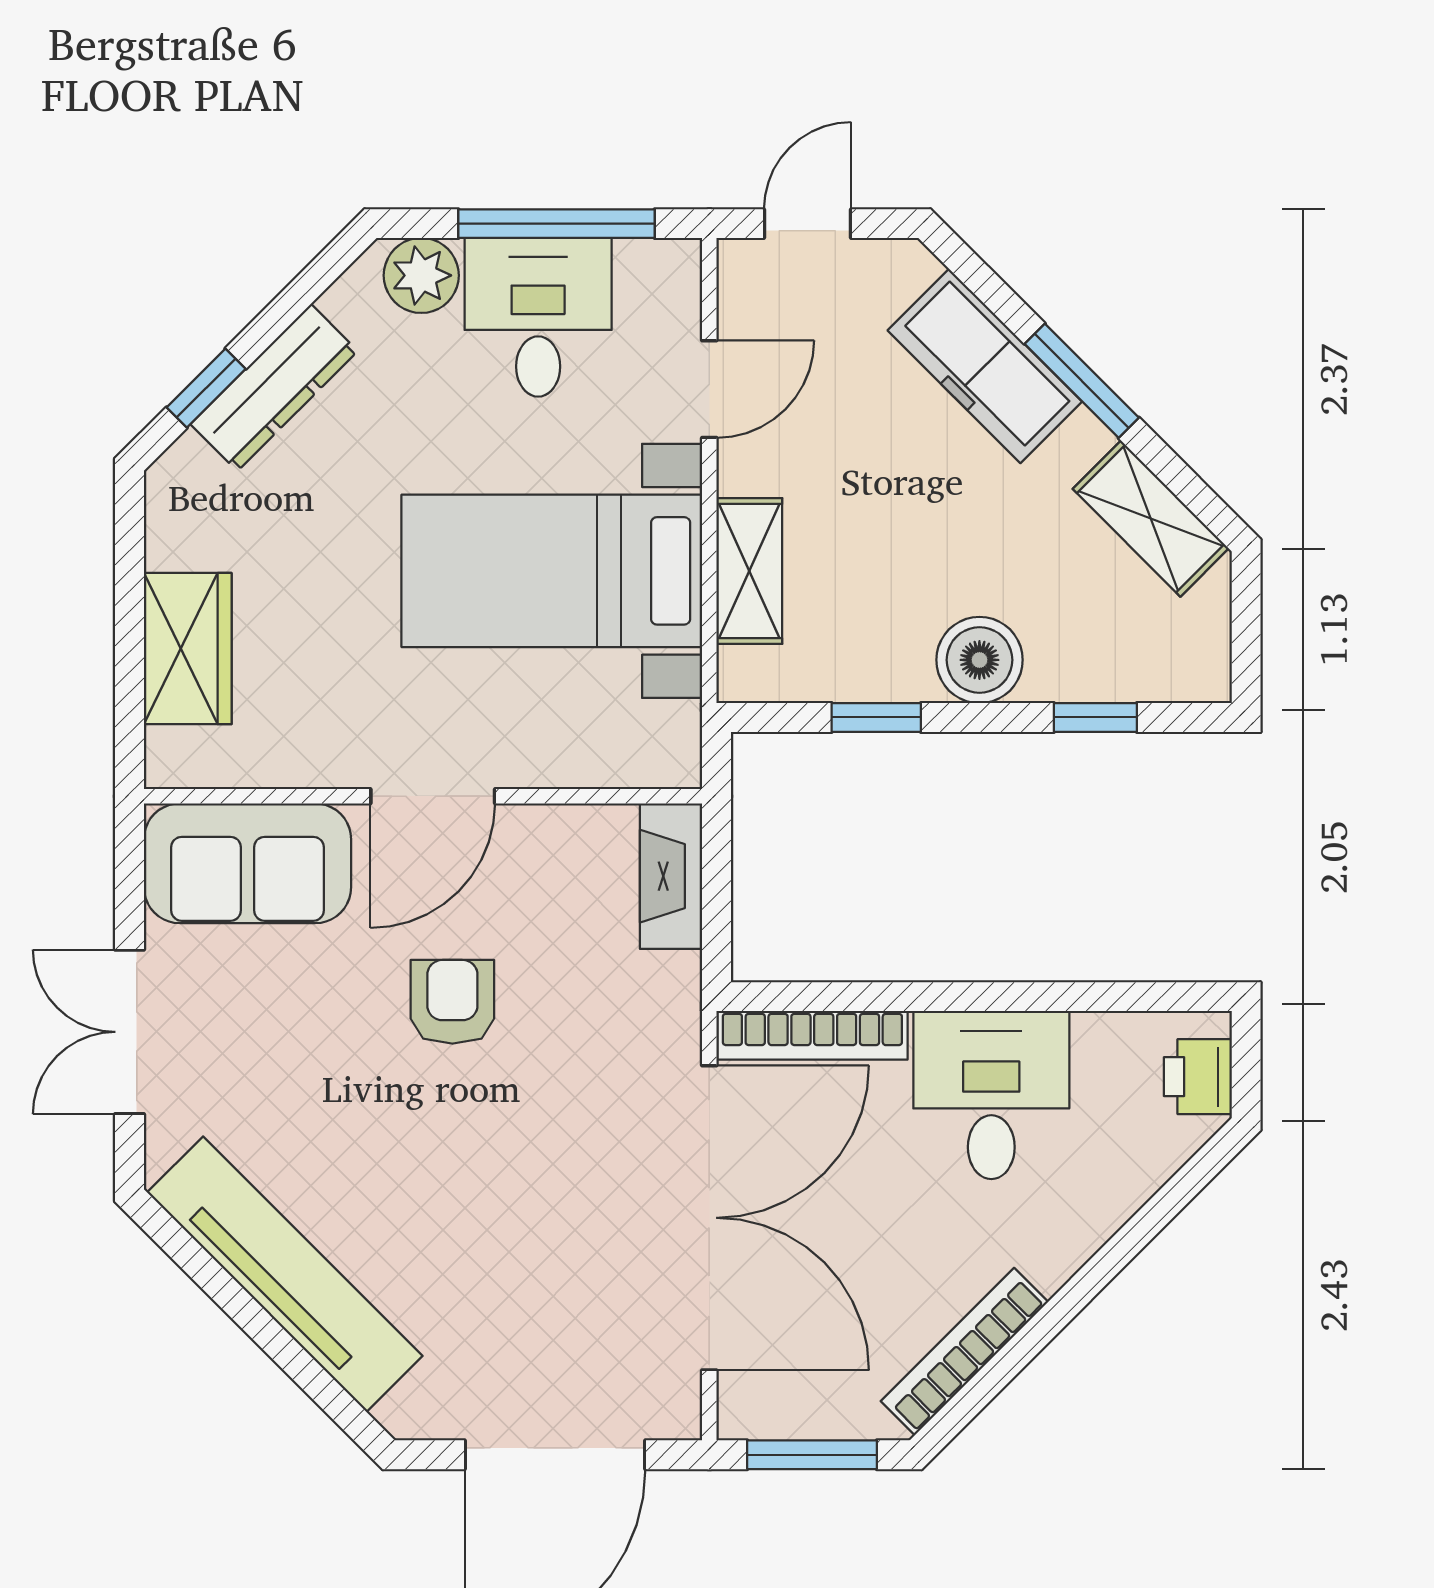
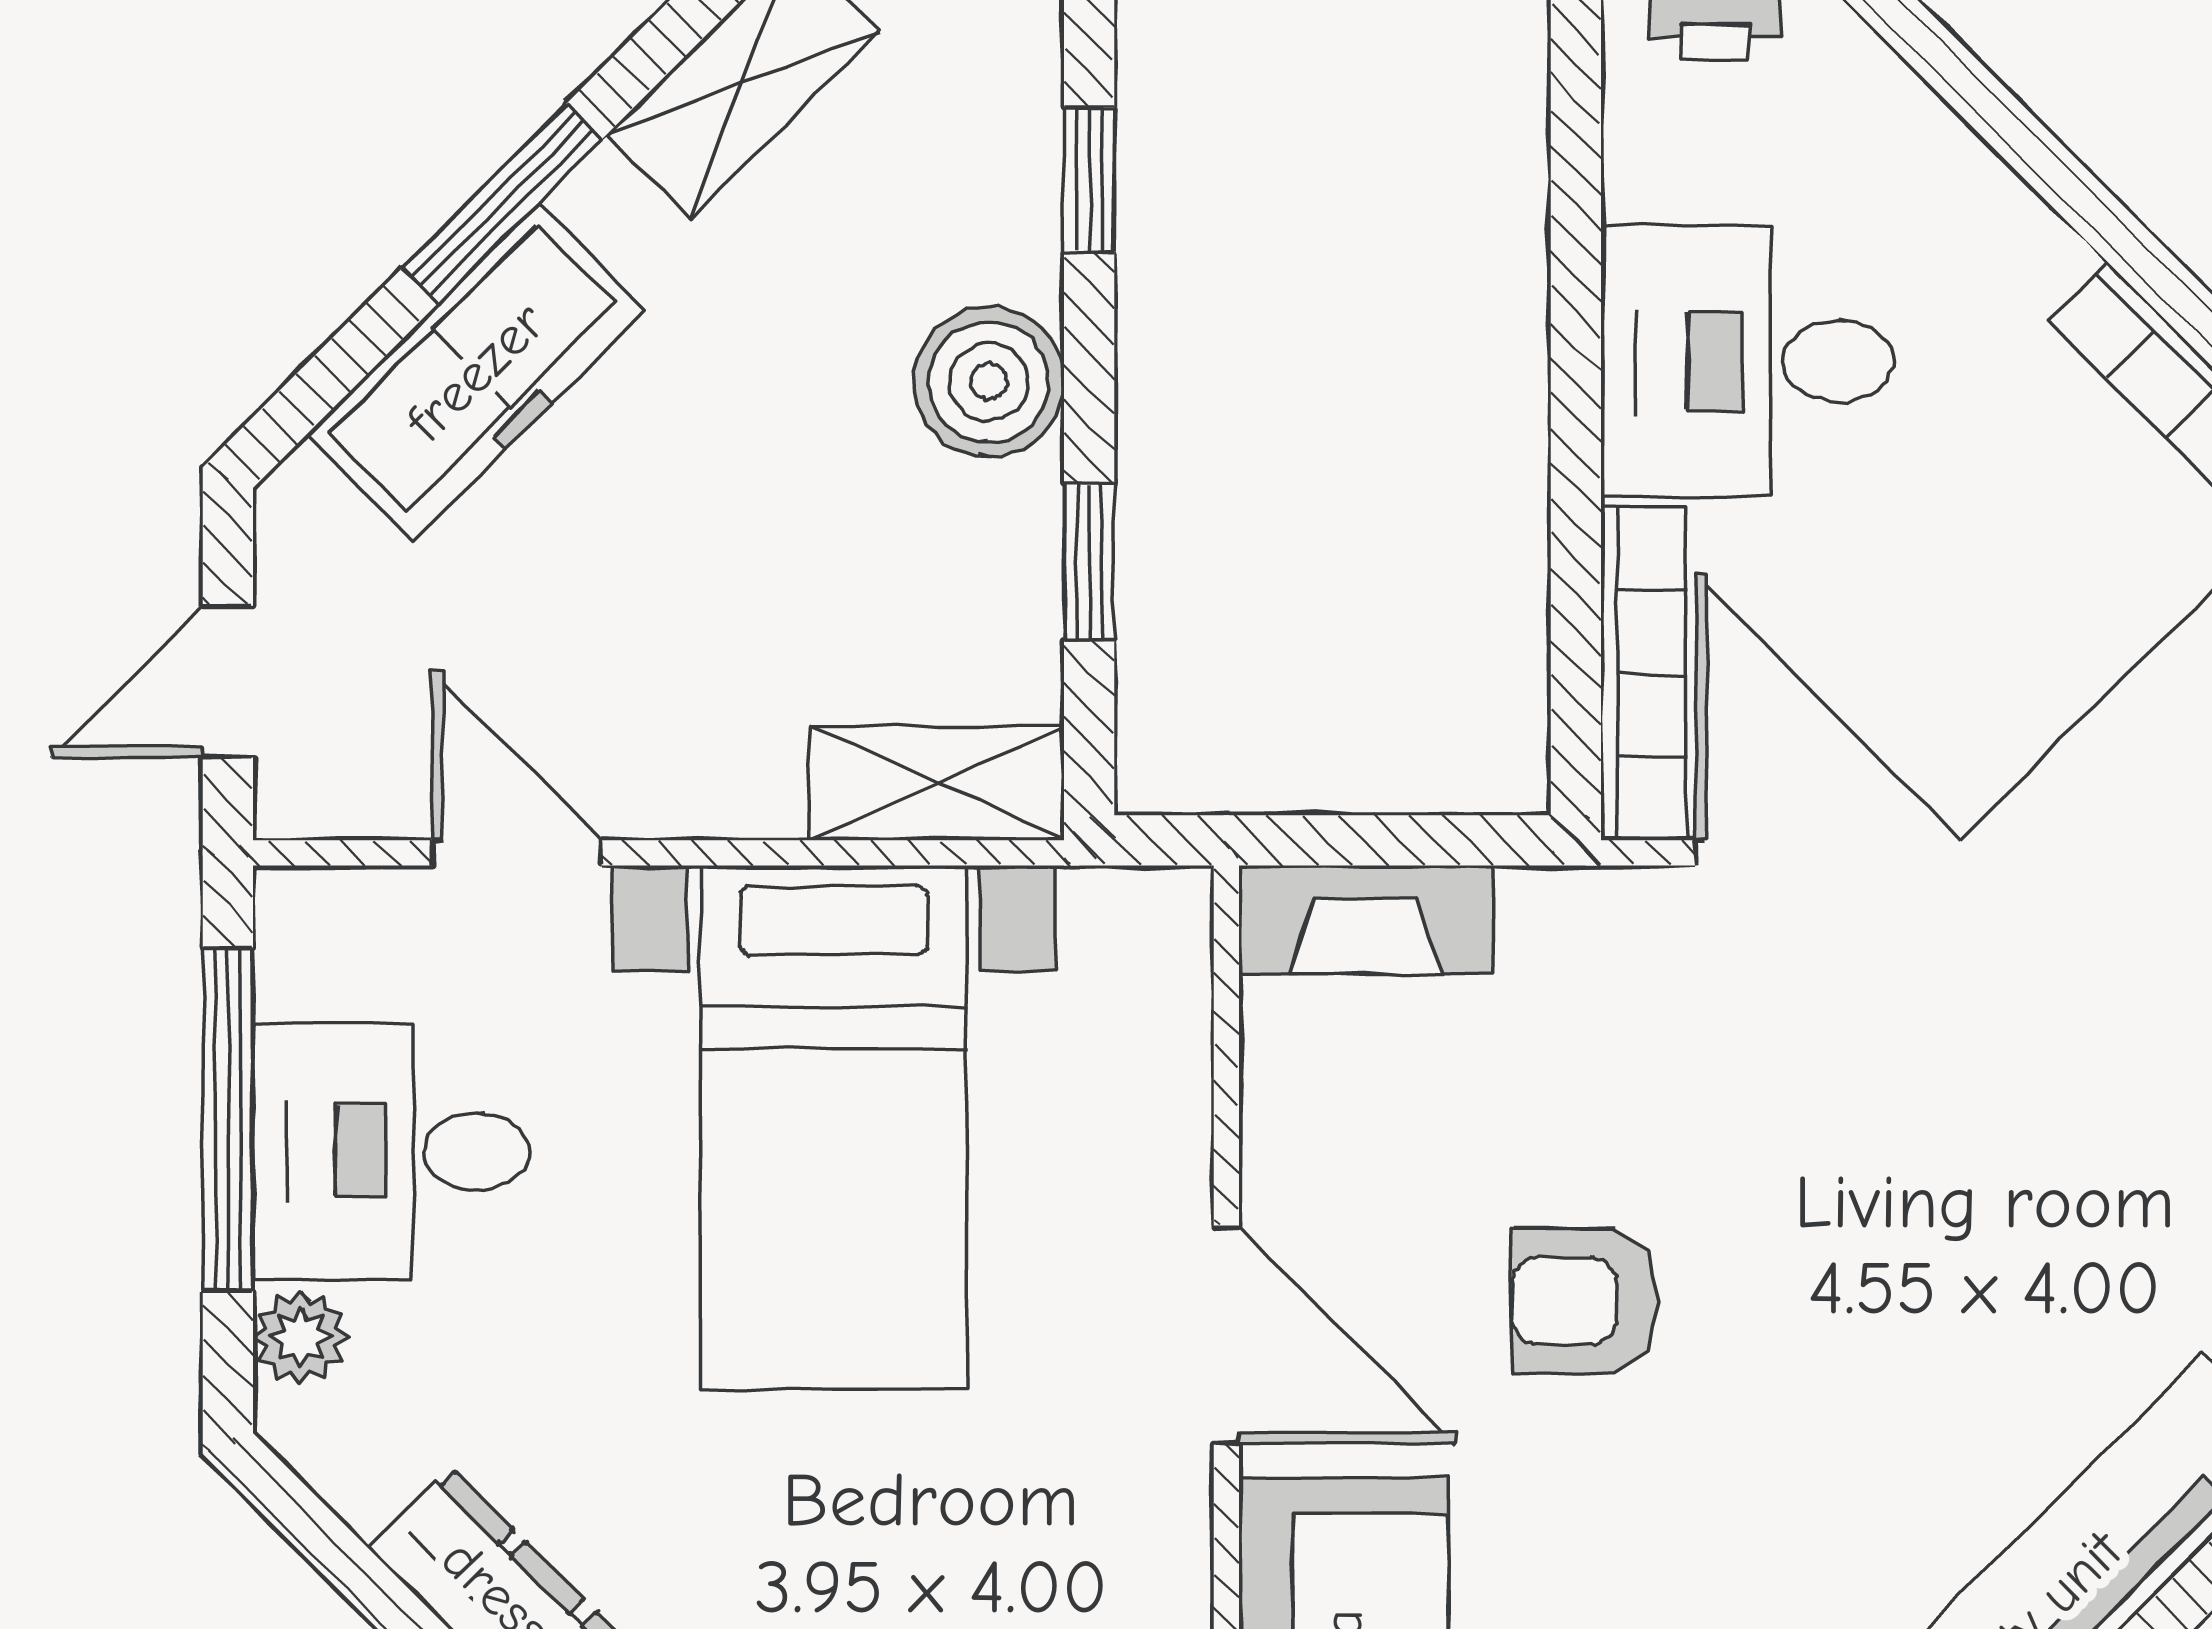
door: (808, 224) -> (228, 682), hinge flipped
plant: (421, 275) -> (301, 1337), width x0.73, depth x0.73
shelving: (749, 571) -> (937, 783), moved

